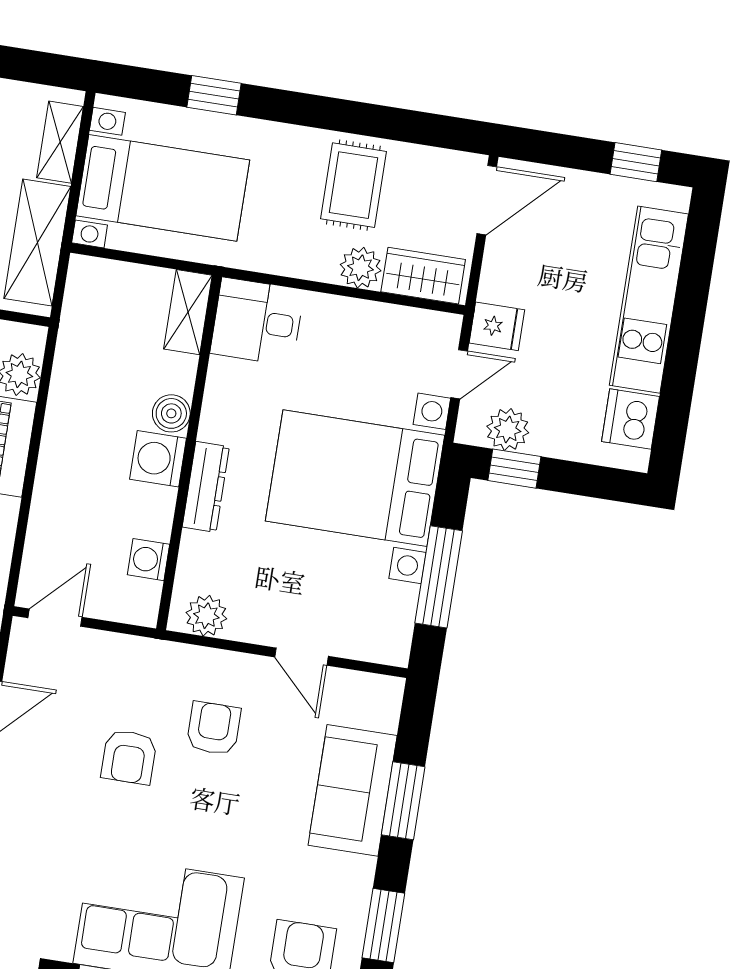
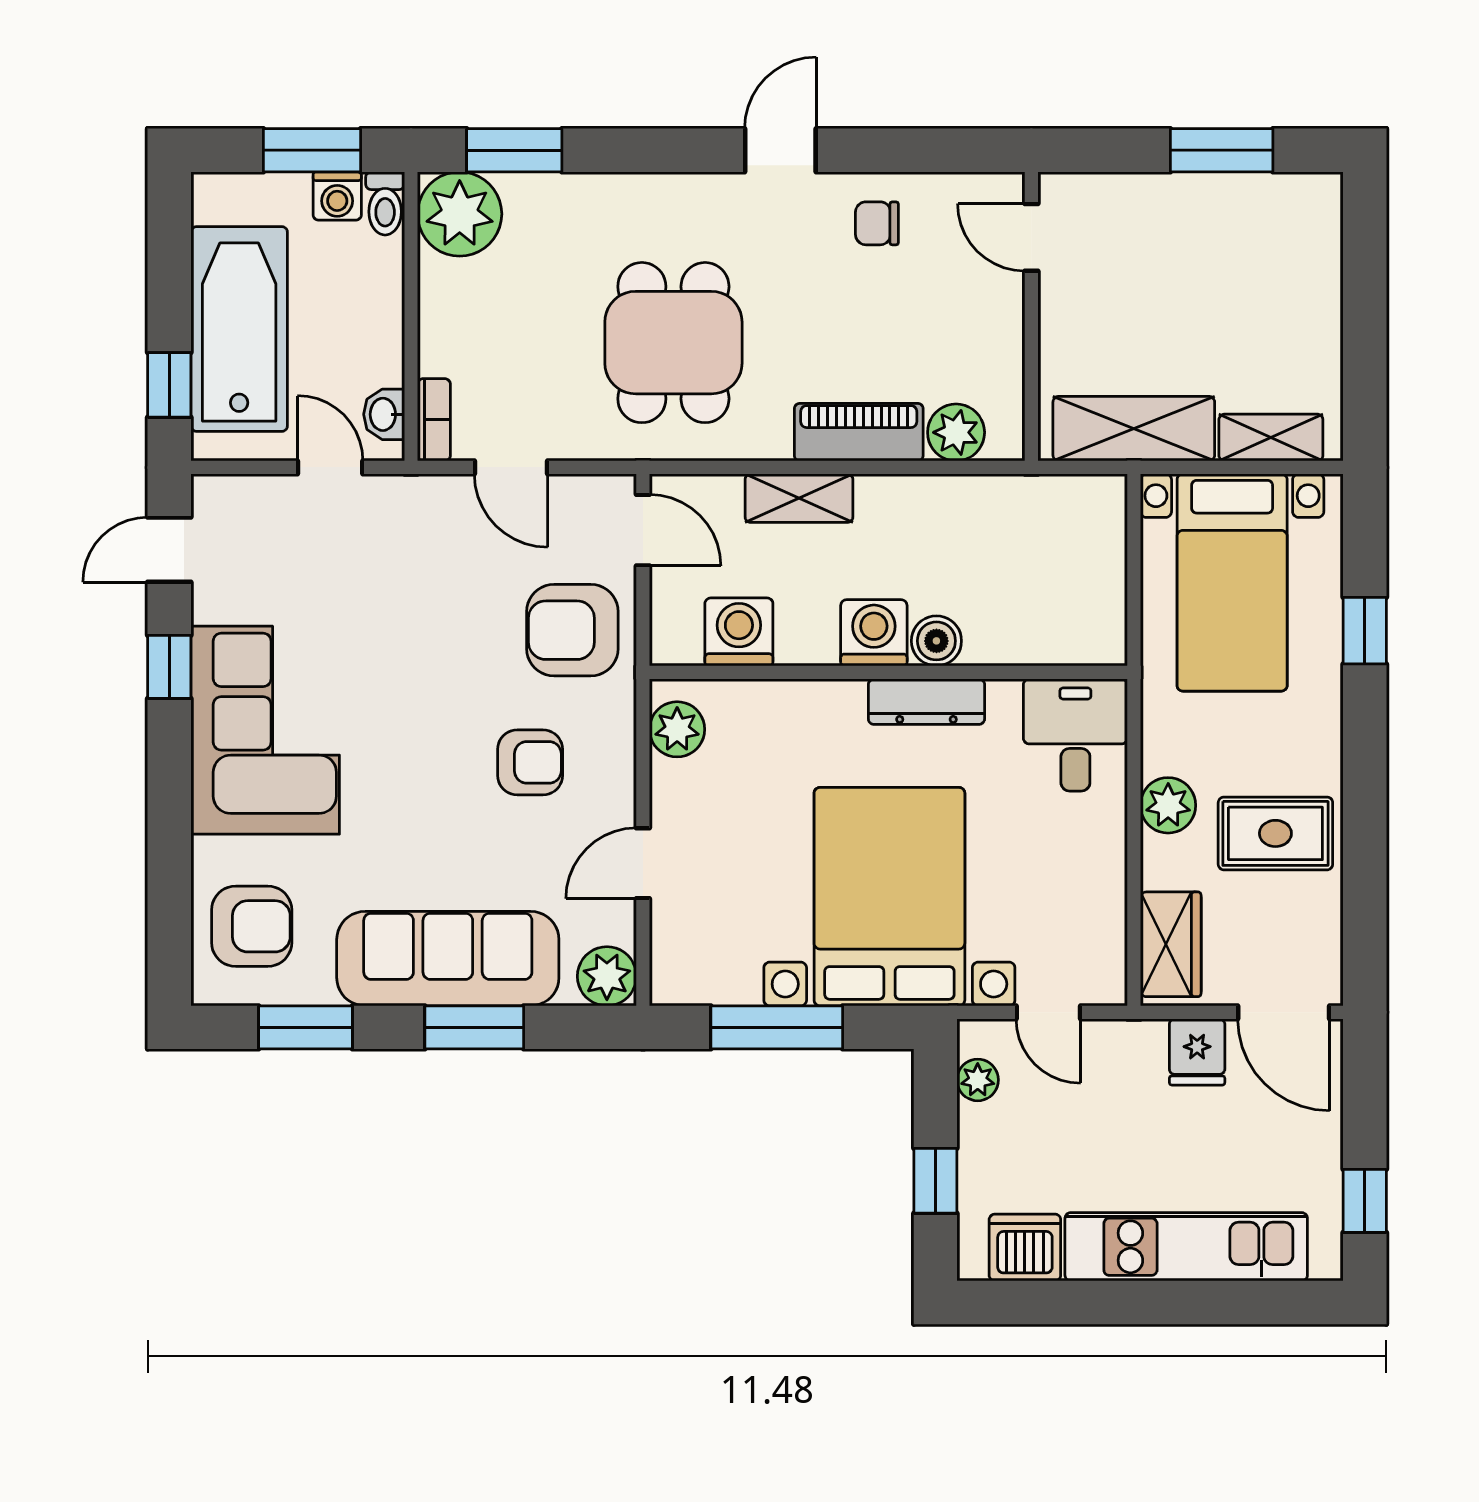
plant: (361, 268) -> (1168, 805), moved
shelving: (188, 312) -> (799, 498), moved
fridge: (497, 326) -> (1197, 1052), moved
plant: (508, 429) -> (978, 1080), width x0.73, depth x0.73
window: (514, 469) -> (935, 1181), moved
dresser: (206, 487) -> (926, 702), moved
washing machine: (148, 560) -> (739, 632), width x1.38, depth x1.38
plant: (381, 697) -> (607, 976), added
armchair: (129, 757) -> (572, 630), moved, width x1.38, depth x1.38
sofa: (353, 790) -> (448, 959), width x1.36

